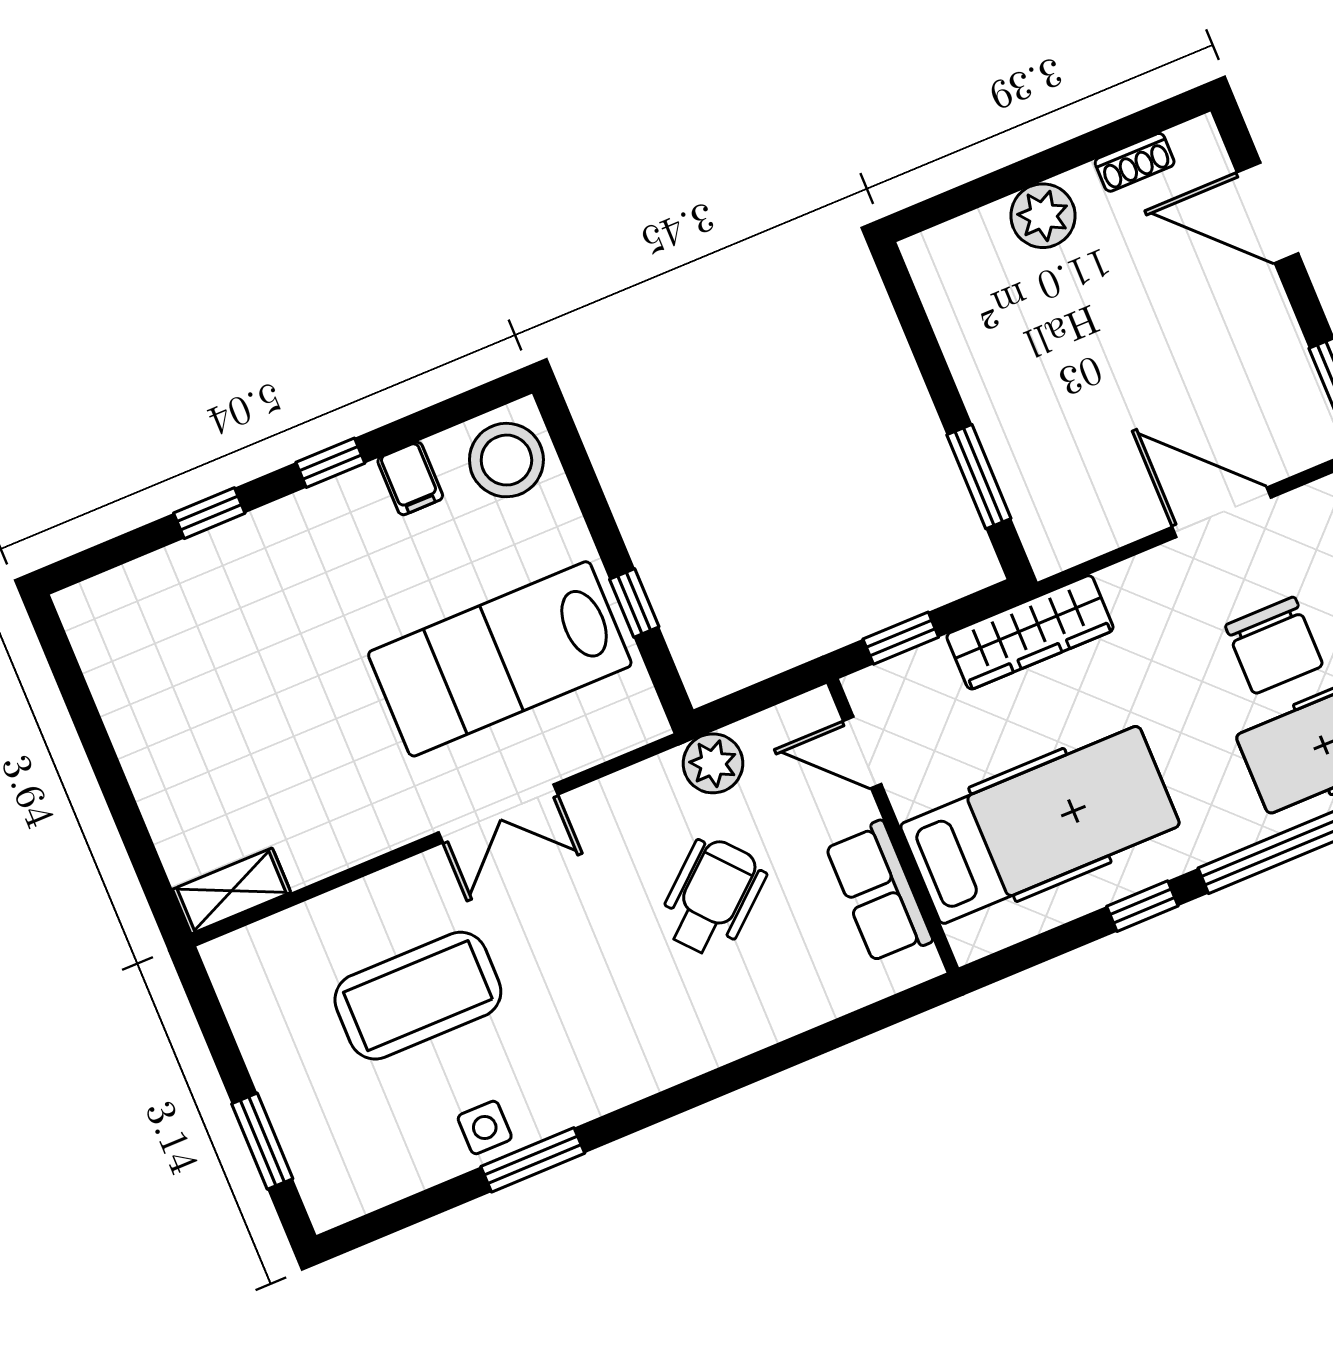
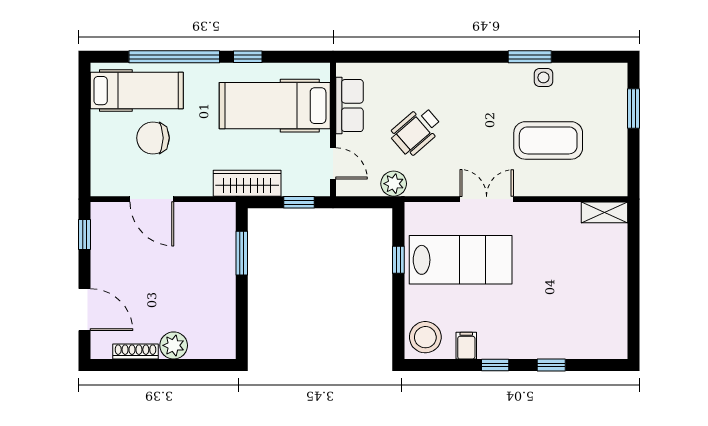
shoe rack: (1135, 162) -> (135, 351), width x1.43
chair: (1274, 645) -> (153, 138), turned -90

